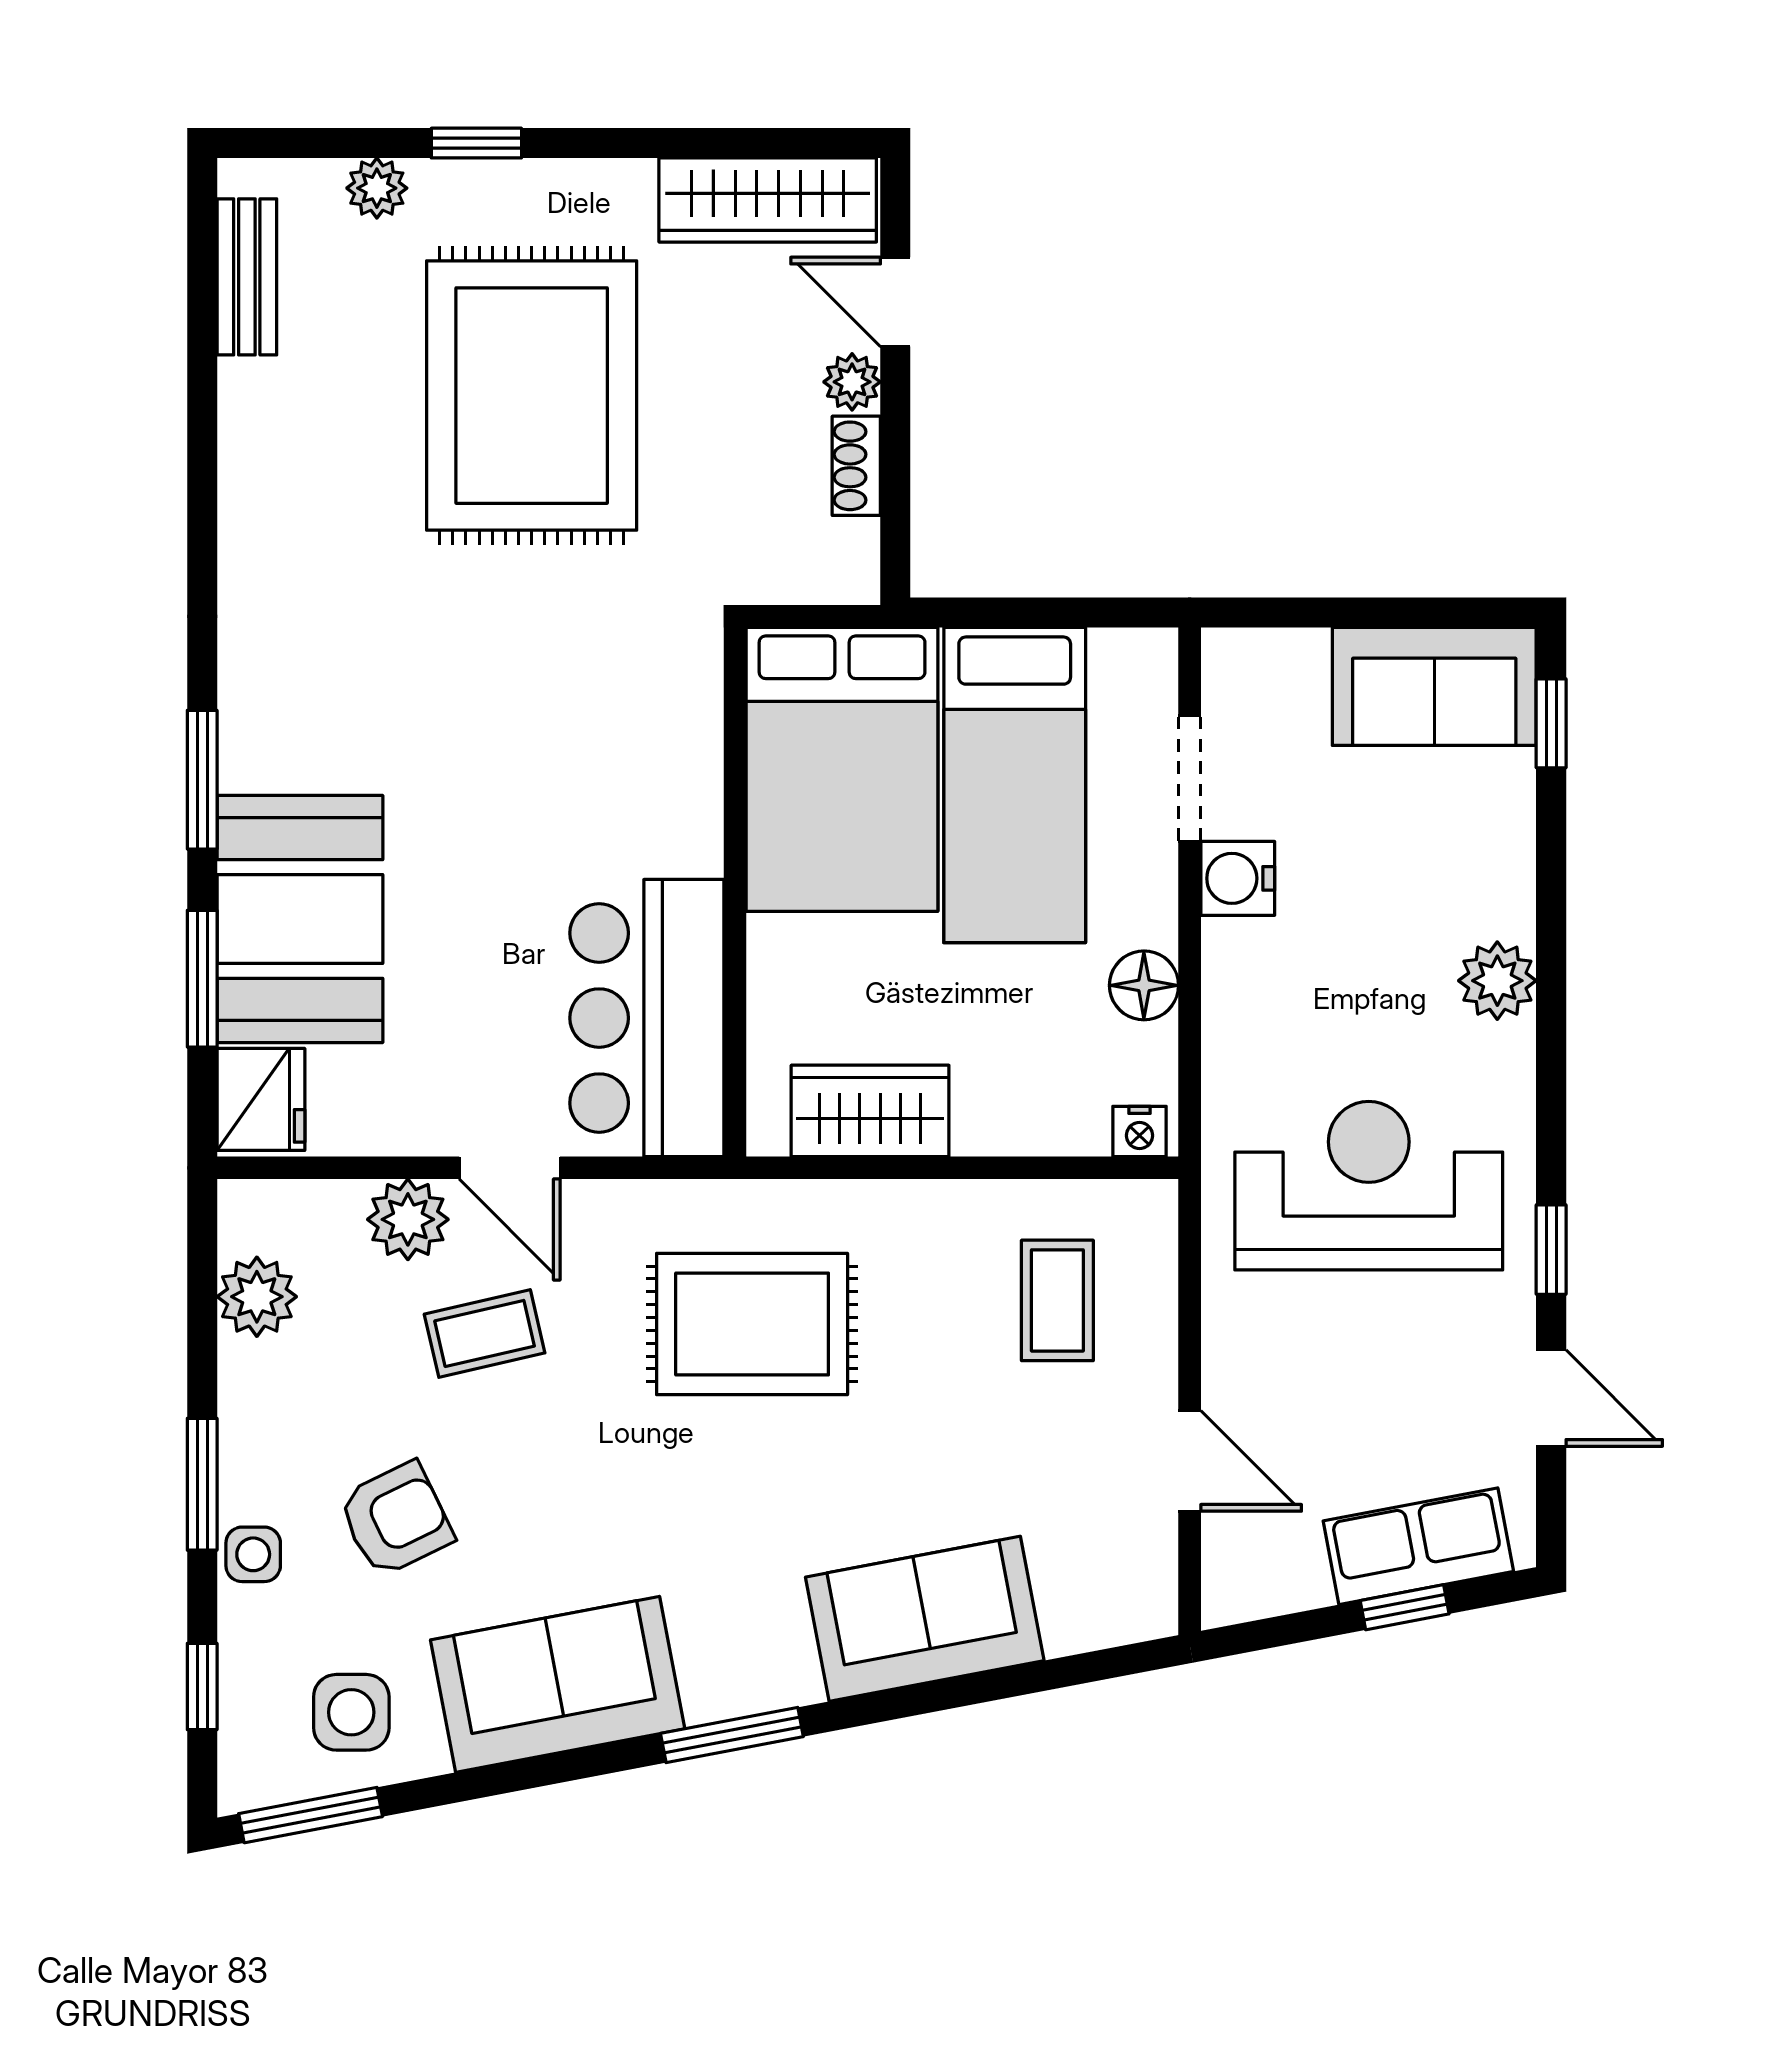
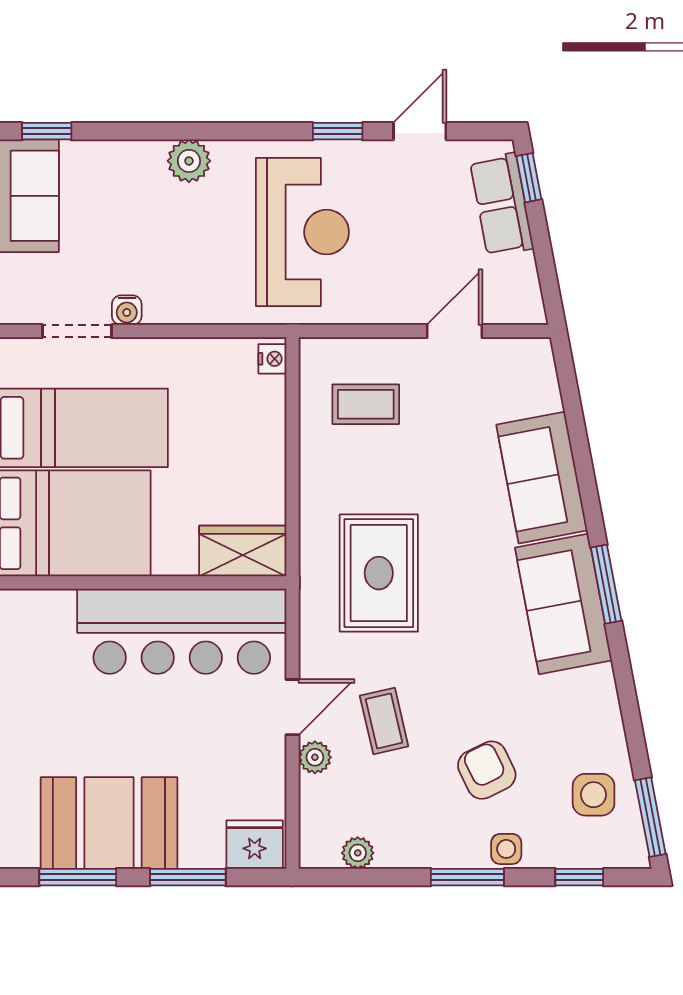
water cooler: (1238, 878) -> (127, 310), width x0.72, depth x0.72
booth: (300, 919) -> (109, 823), moved
floor lamp: (1144, 985) -> (192, 356), removed
bar counter: (647, 1018) -> (182, 631), width x1.36
wardrobe: (870, 1111) -> (243, 551), moved, turned 90
reception desk: (1369, 1186) -> (302, 232), turned 180
plant: (408, 1219) -> (315, 757), width x0.73, depth x0.73
plant: (257, 1297) -> (358, 853), width x0.73, depth x0.73
window: (1405, 1607) -> (529, 178), moved
sofa: (558, 1684) -> (564, 604), moved

